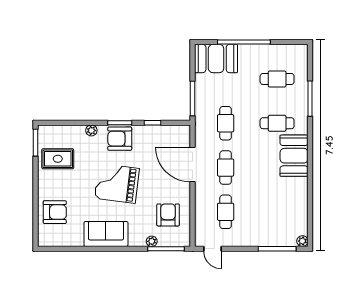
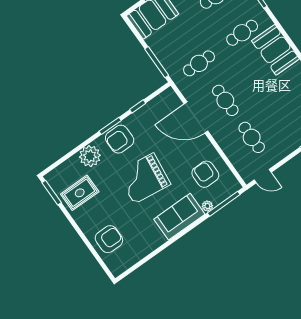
cafe table: (226, 123) -> (199, 63), turned 90
plant: (91, 130) -> (90, 156), width x1.88, depth x1.88
sofa: (106, 234) -> (179, 217), moved

